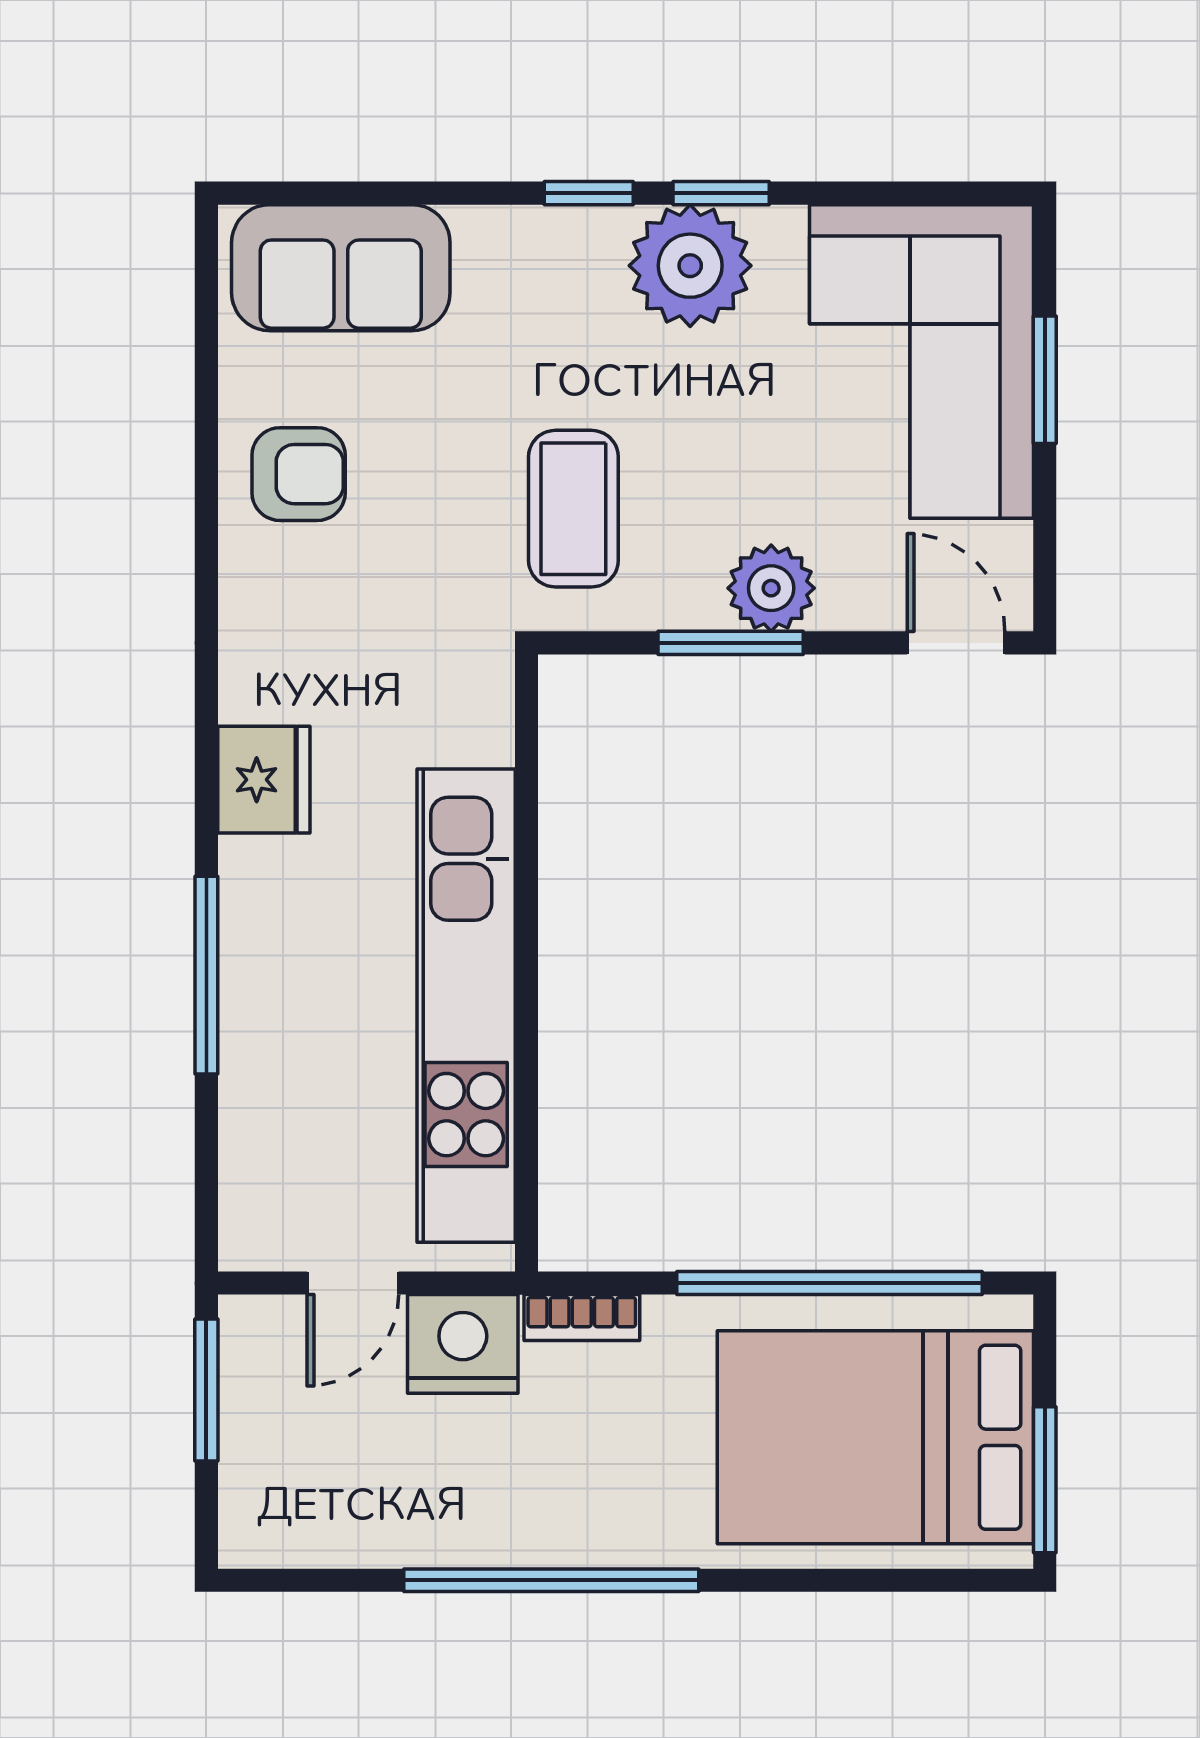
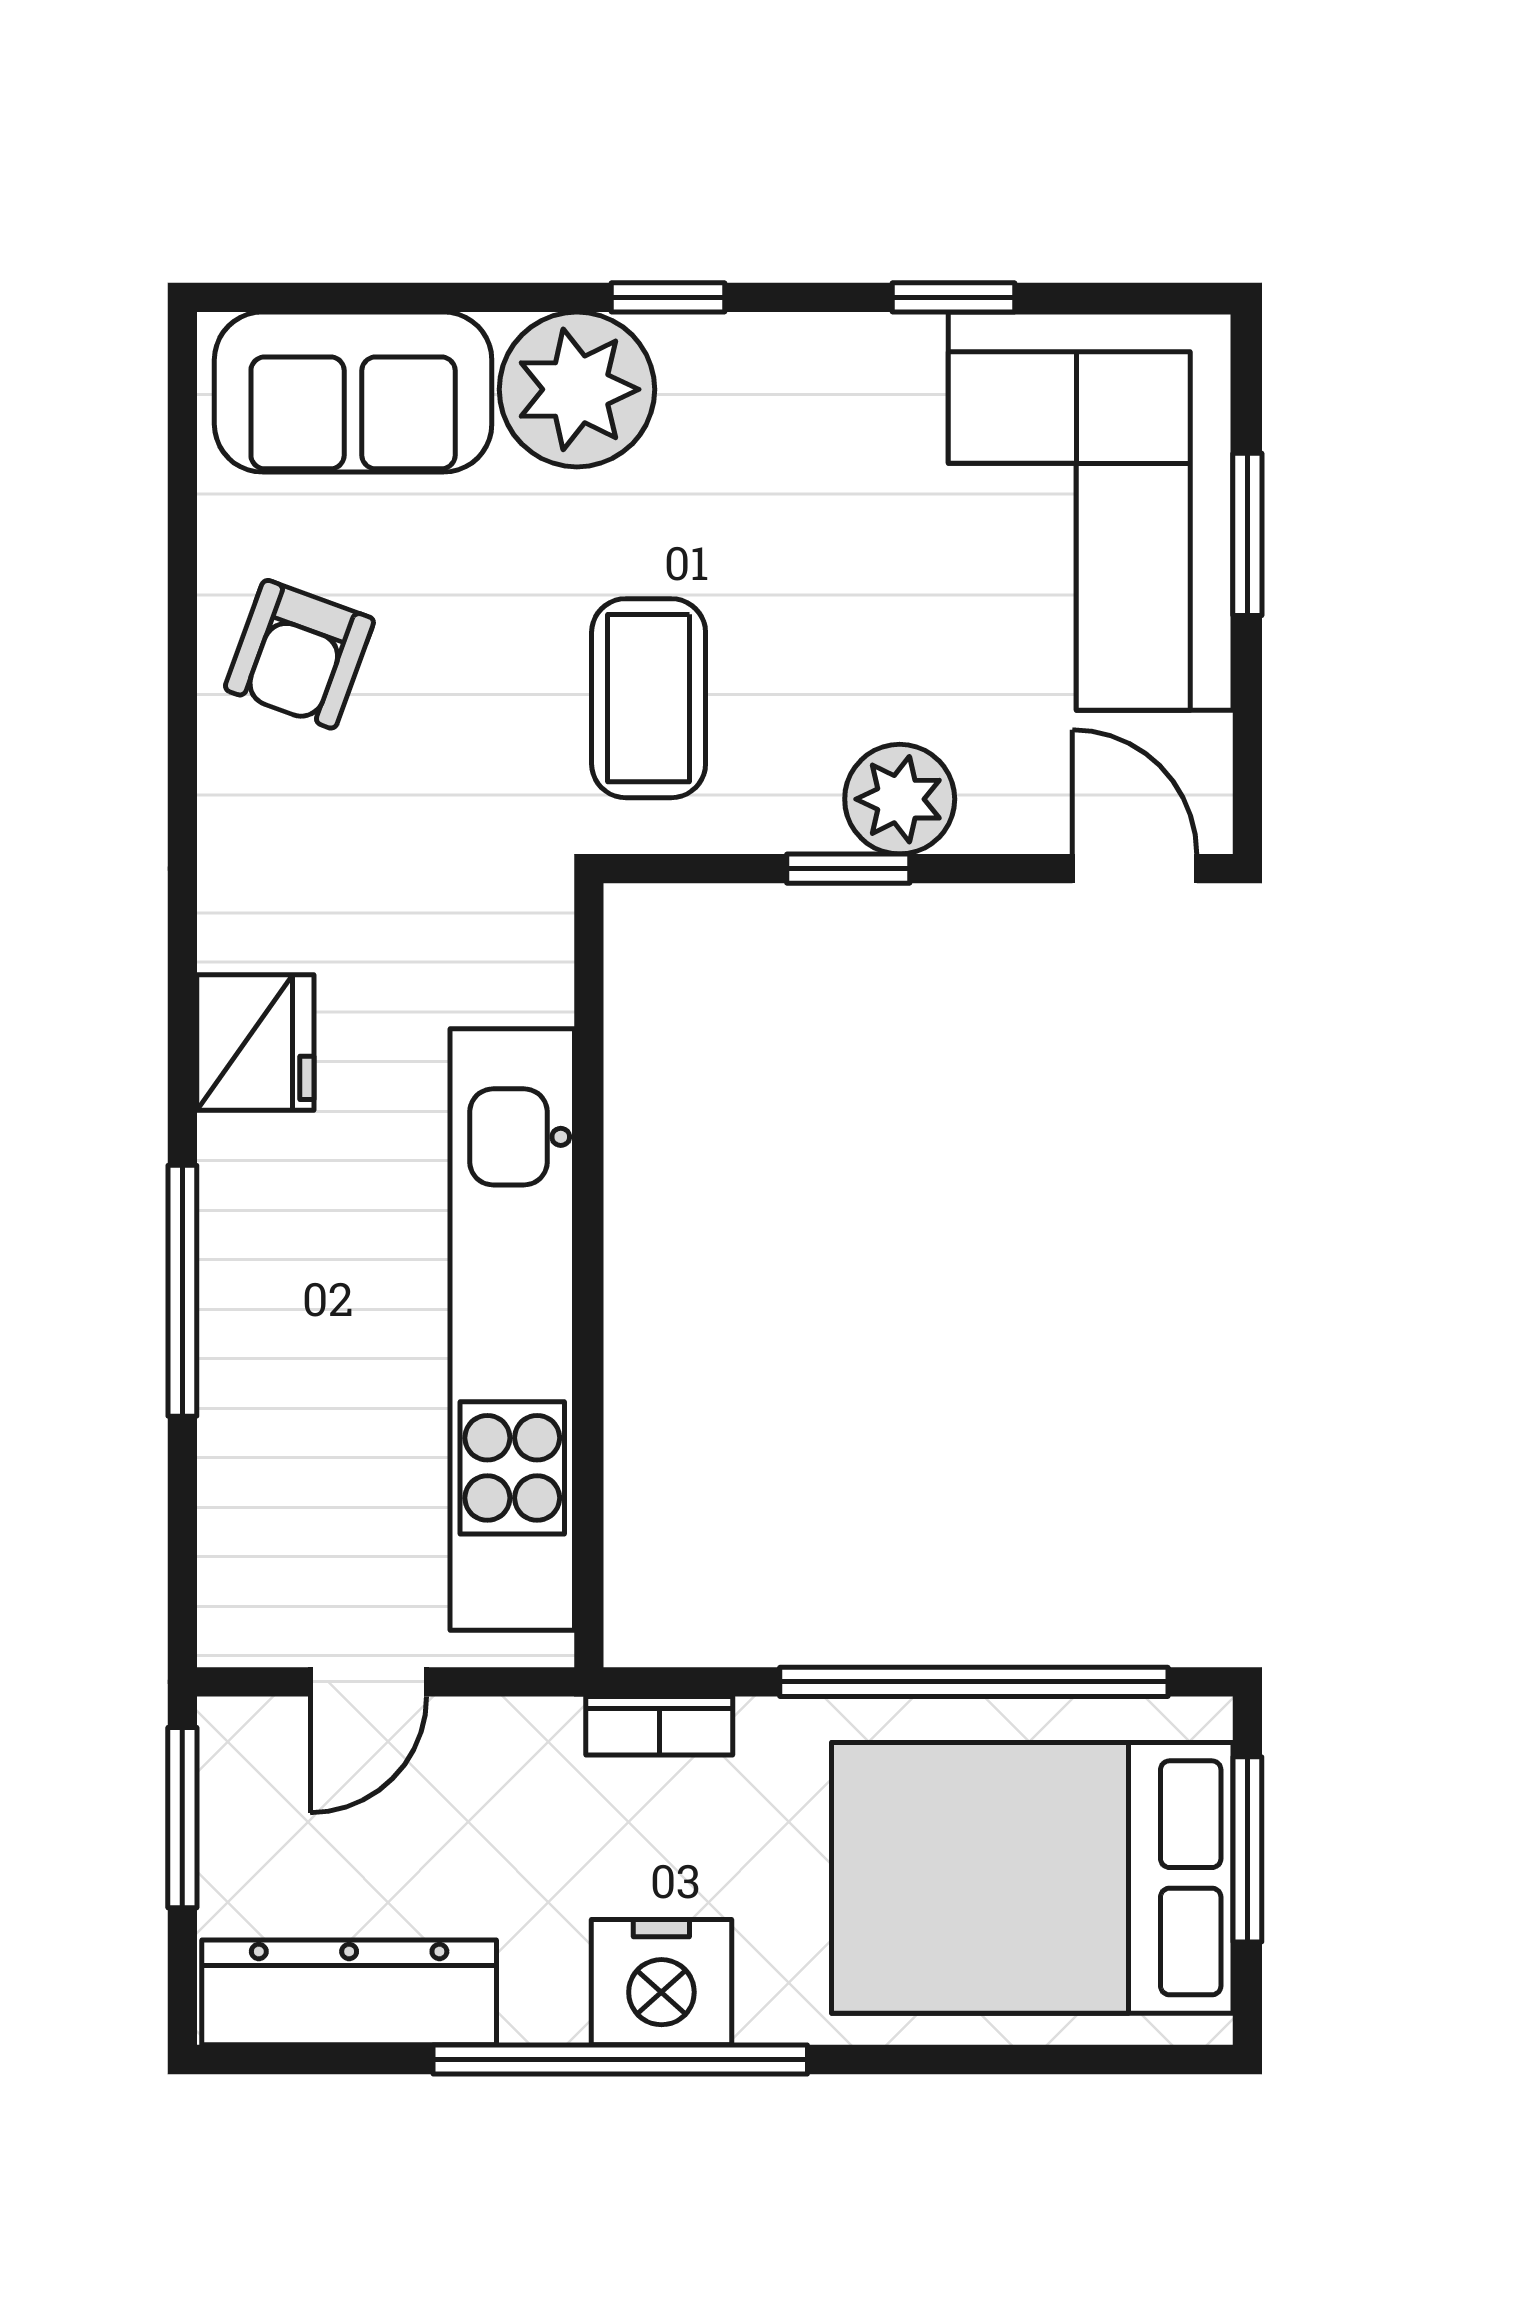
window: (721, 193) -> (954, 297), moved
plant: (690, 266) -> (577, 389), moved
armchair: (299, 474) -> (299, 654), turned 110
window: (731, 643) -> (848, 869), width x0.67
nightstand: (463, 1344) -> (661, 1982), moved, turned 180
window: (1045, 1480) -> (1247, 1849), moved
dresser: (338, 1528) -> (349, 1992), added

